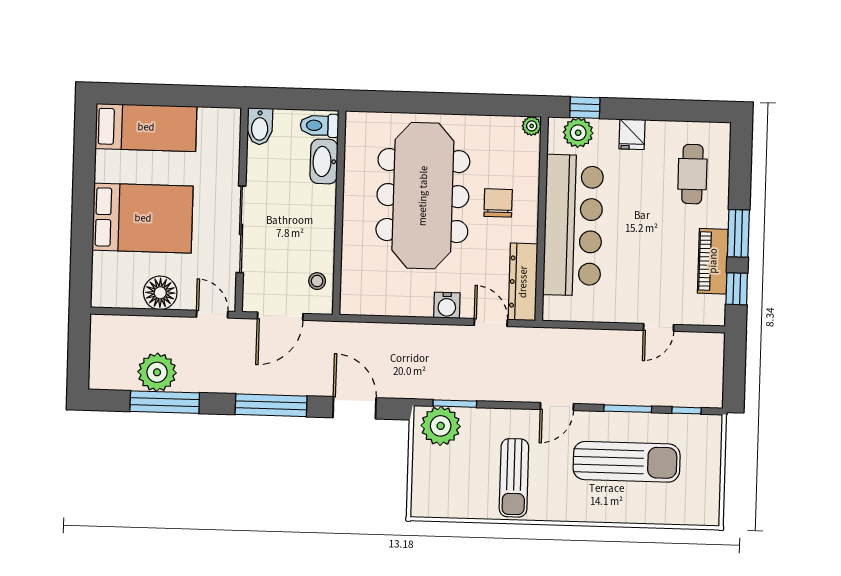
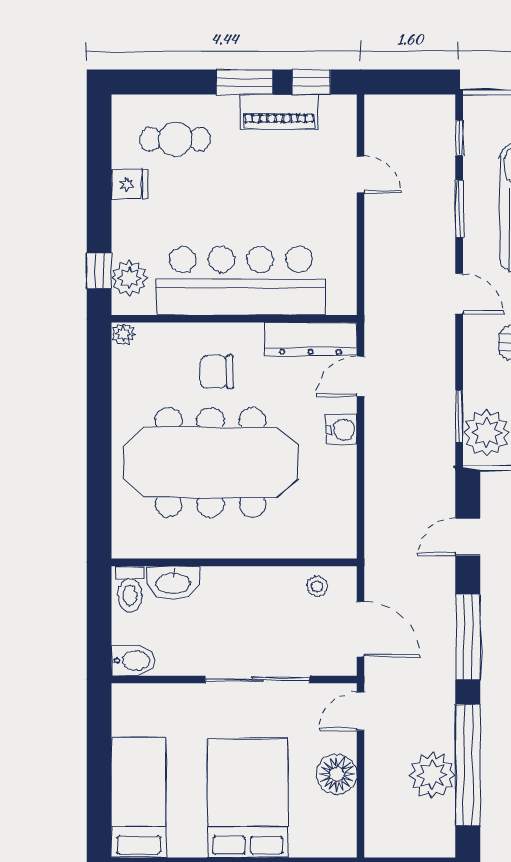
fridge: (632, 134) -> (129, 184), moved
window: (165, 402) -> (468, 765), width x1.46
door: (355, 408) -> (468, 537), width x0.73

